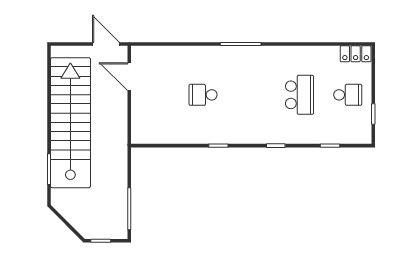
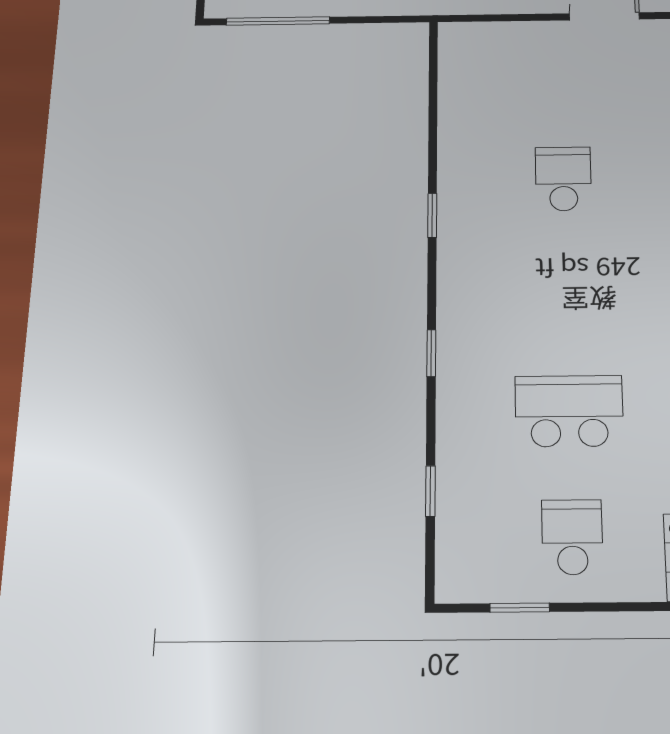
school desk: (299, 95) -> (569, 411), turned 180
school desk: (348, 95) -> (572, 537), turned 180

